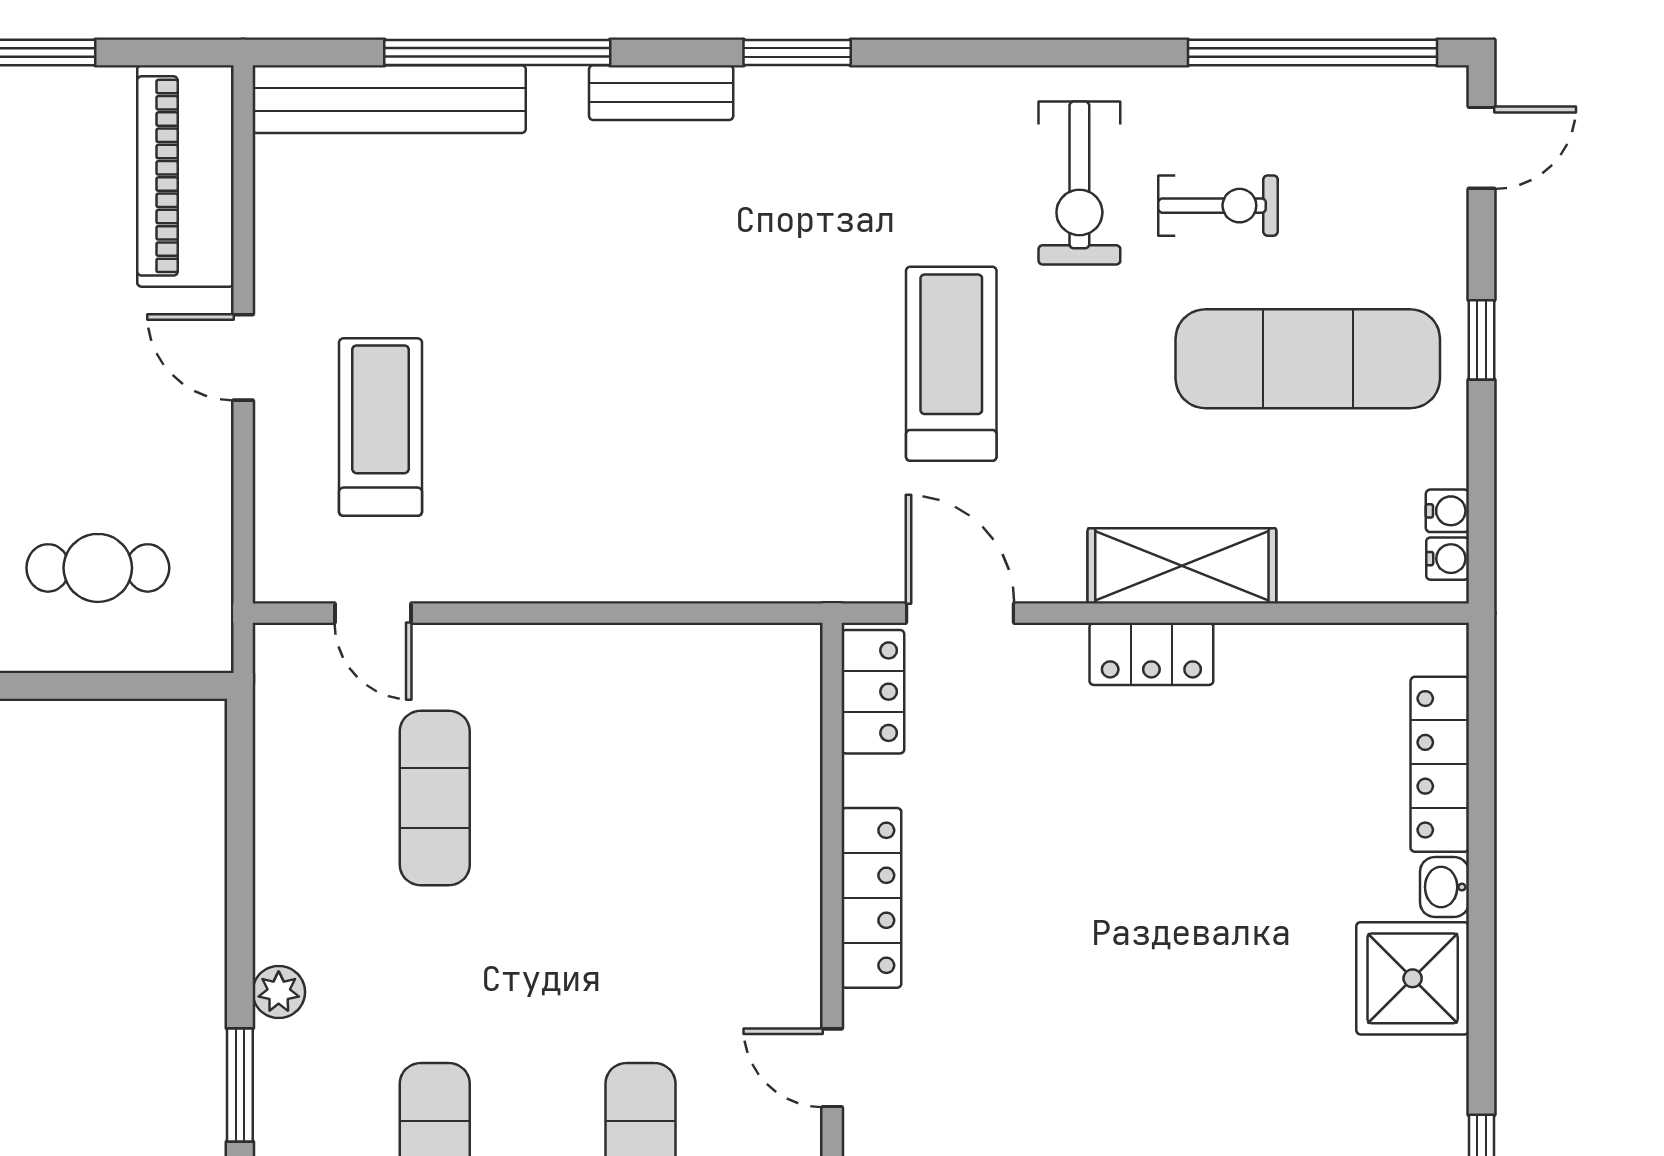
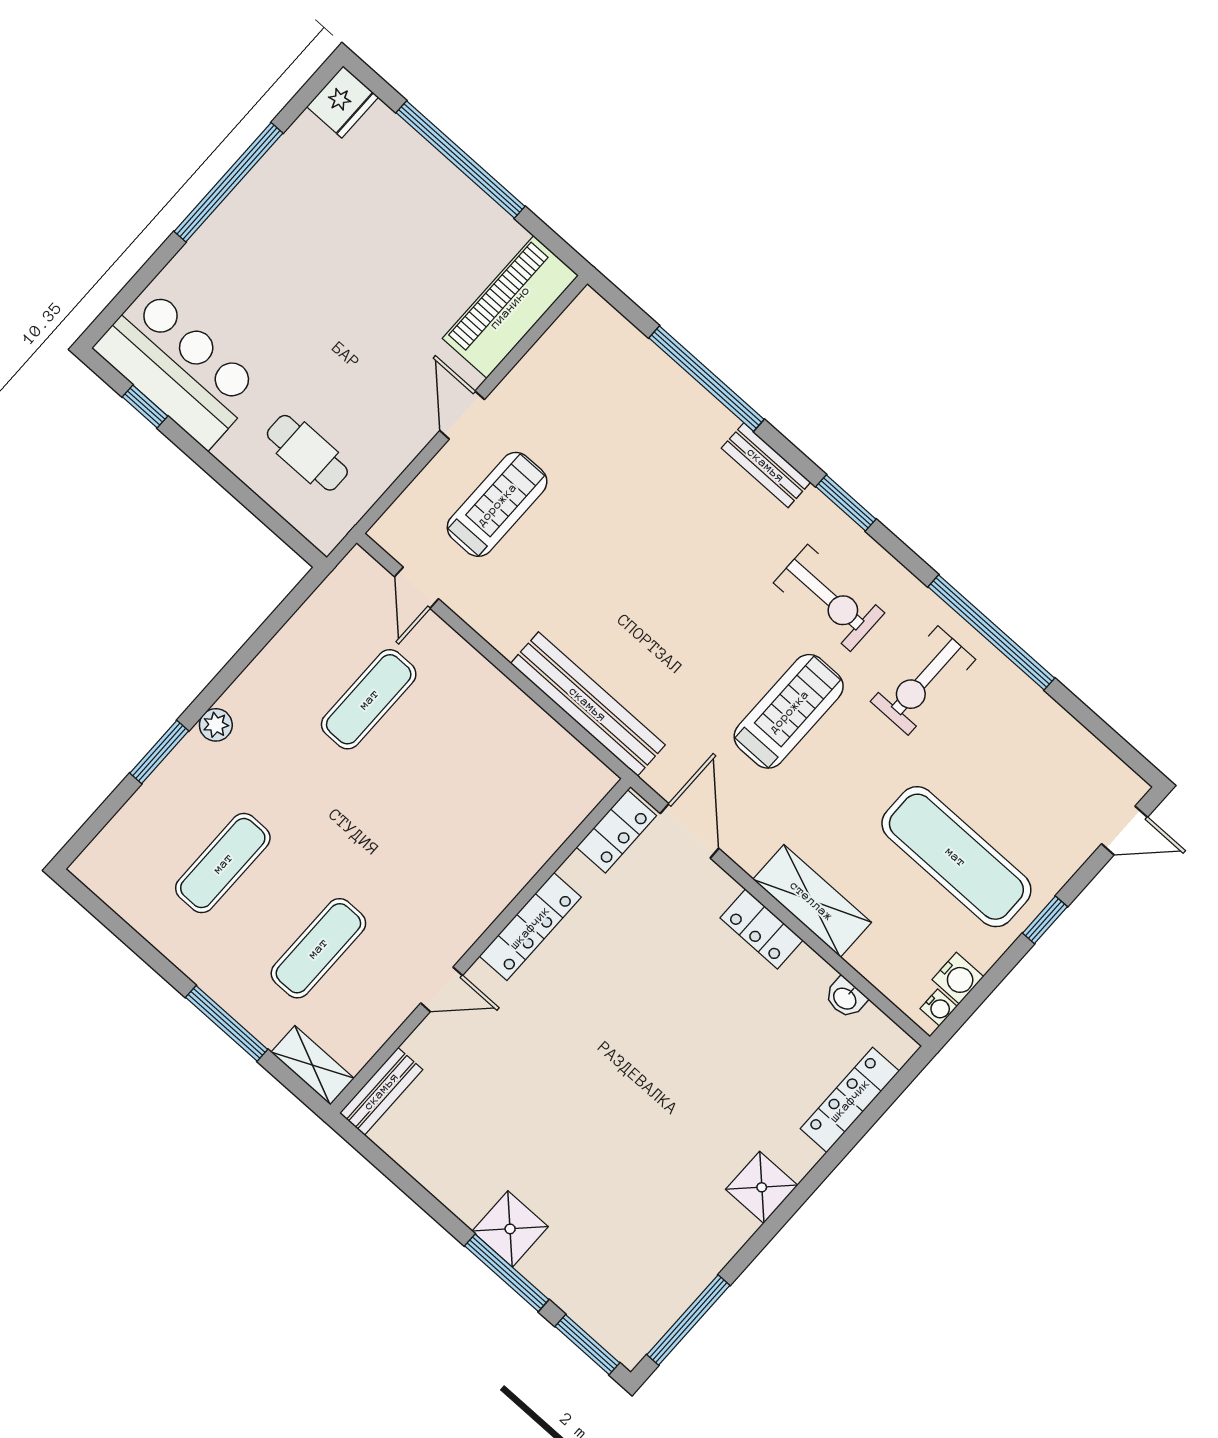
window: (1313, 52) -> (991, 632), moved
bench: (389, 99) -> (588, 704), moved
exercise bike: (1218, 206) -> (829, 598), moved, width x1.38, depth x1.39
water cooler: (1447, 511) -> (958, 978), width x1.38, depth x1.38
washbasin: (1444, 887) -> (845, 998), moved, turned -90
shower: (1413, 978) -> (762, 1187), width x0.73, depth x0.73
door: (832, 1068) -> (442, 989), swing flipped

